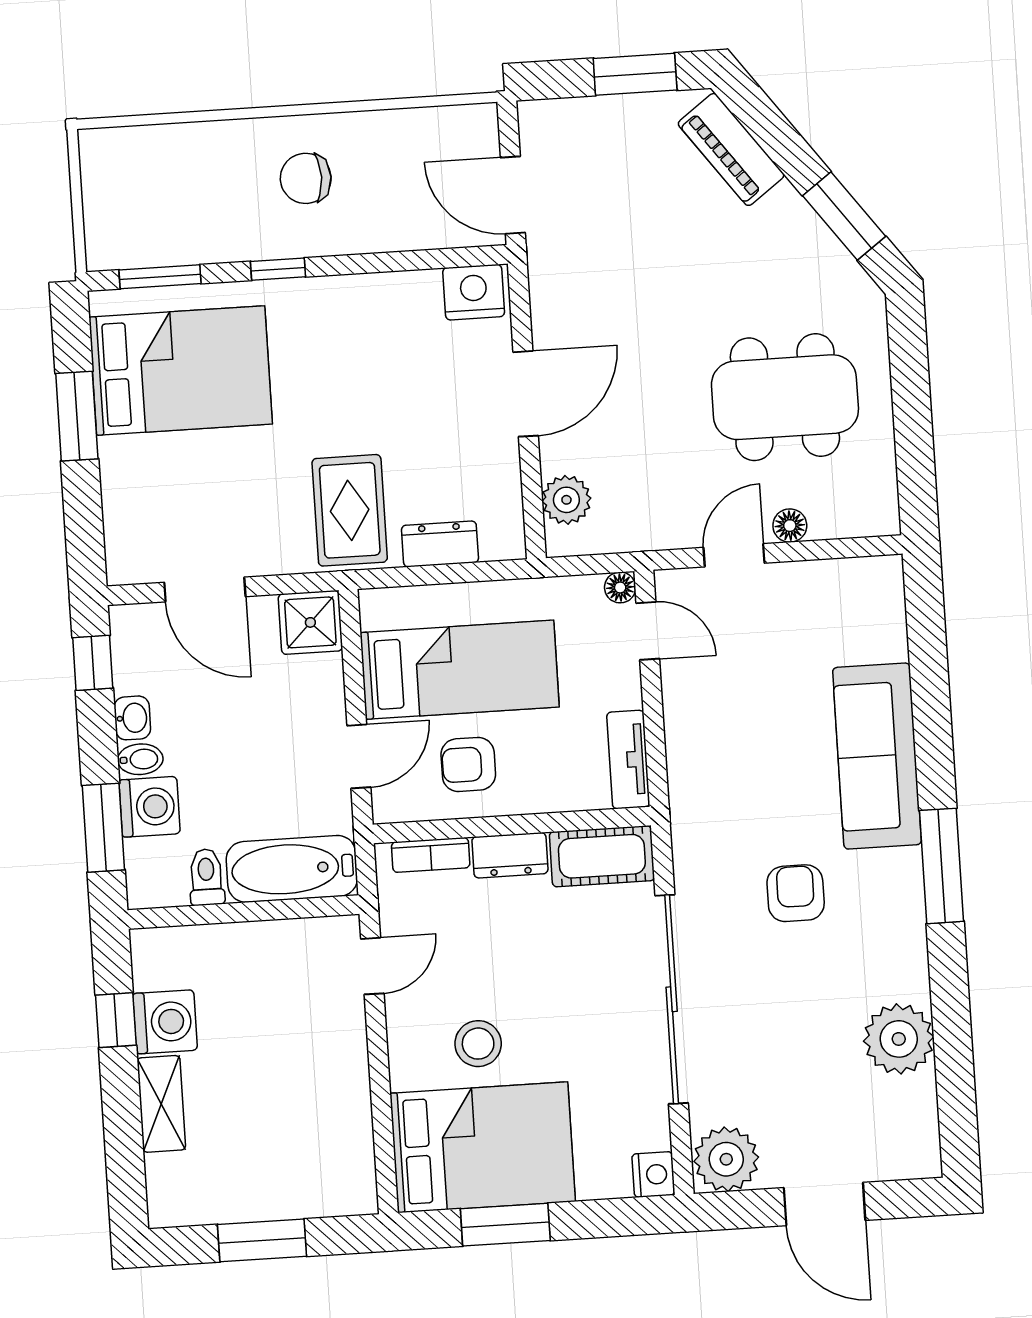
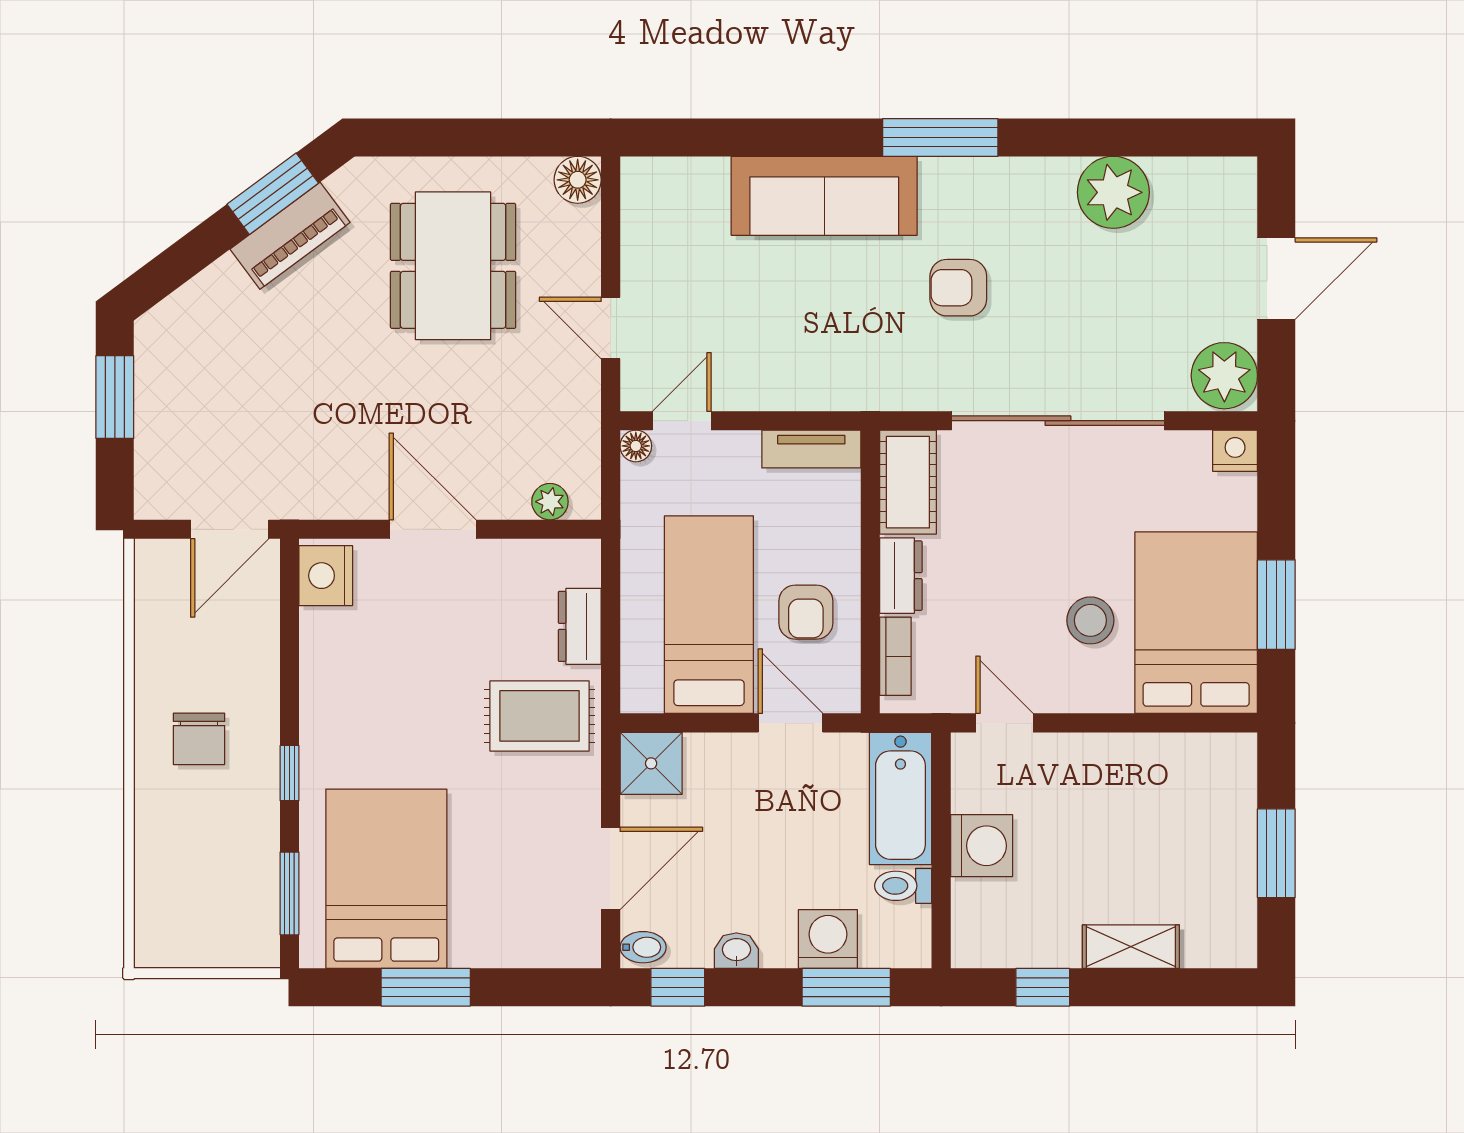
piano: (731, 149) -> (290, 236), moved
plant: (566, 500) -> (550, 502), width x0.73, depth x0.73
floor lamp: (790, 526) -> (578, 180), moved, width x1.37, depth x1.37
bidet: (140, 759) -> (643, 947), moved, turned 90
washing machine: (165, 1022) -> (982, 846), moved, turned 90

